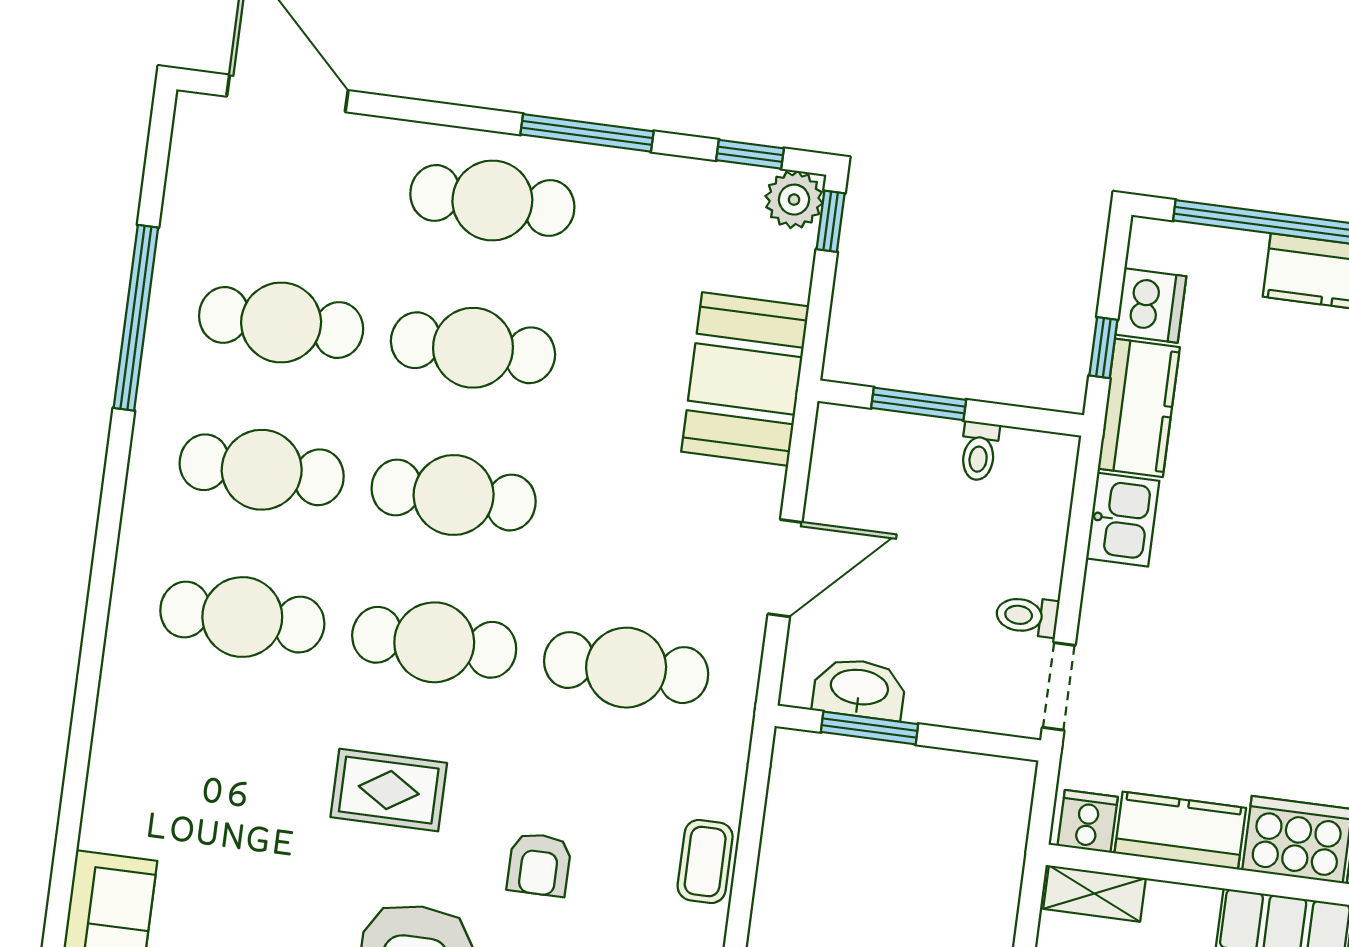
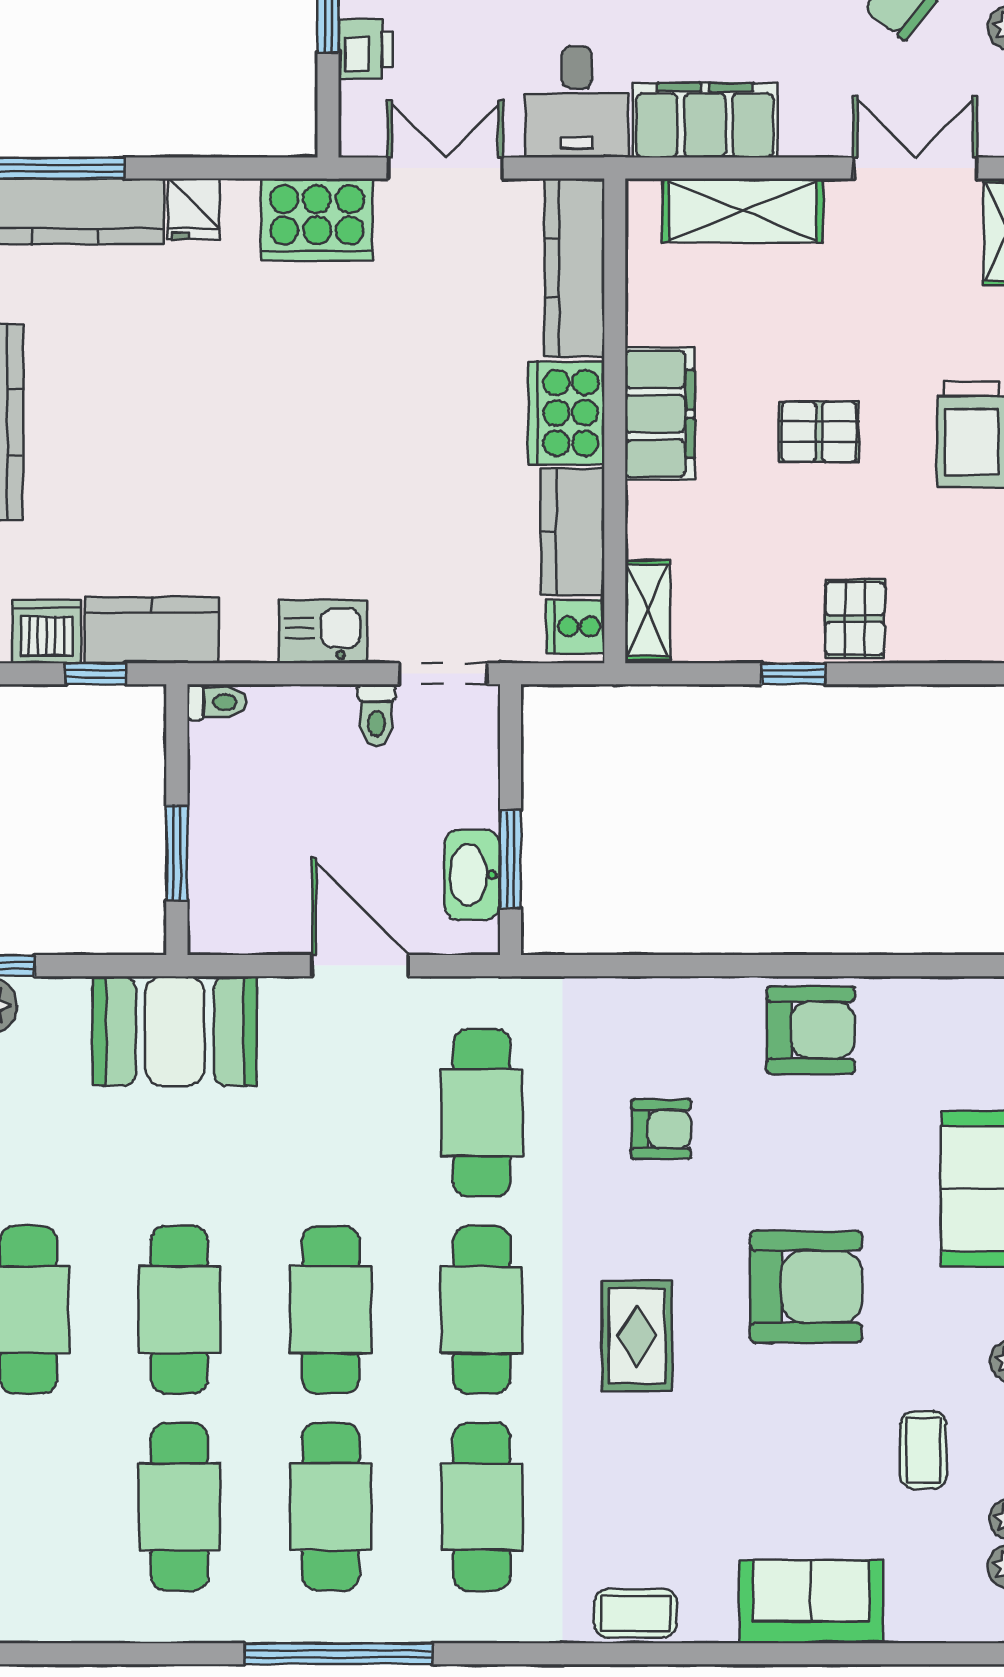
window: (136, 318) -> (338, 1654), moved
toilet: (979, 451) -> (217, 702), moved
kitchen sink: (1123, 520) -> (323, 631), moved
coffee table: (705, 861) -> (636, 1613), moved
armchair: (539, 864) -> (661, 1129), moved

